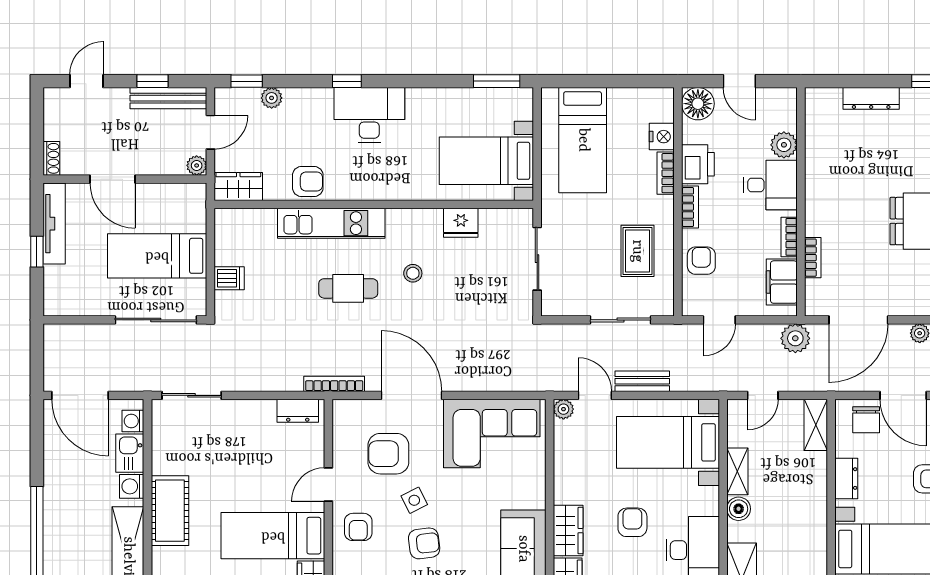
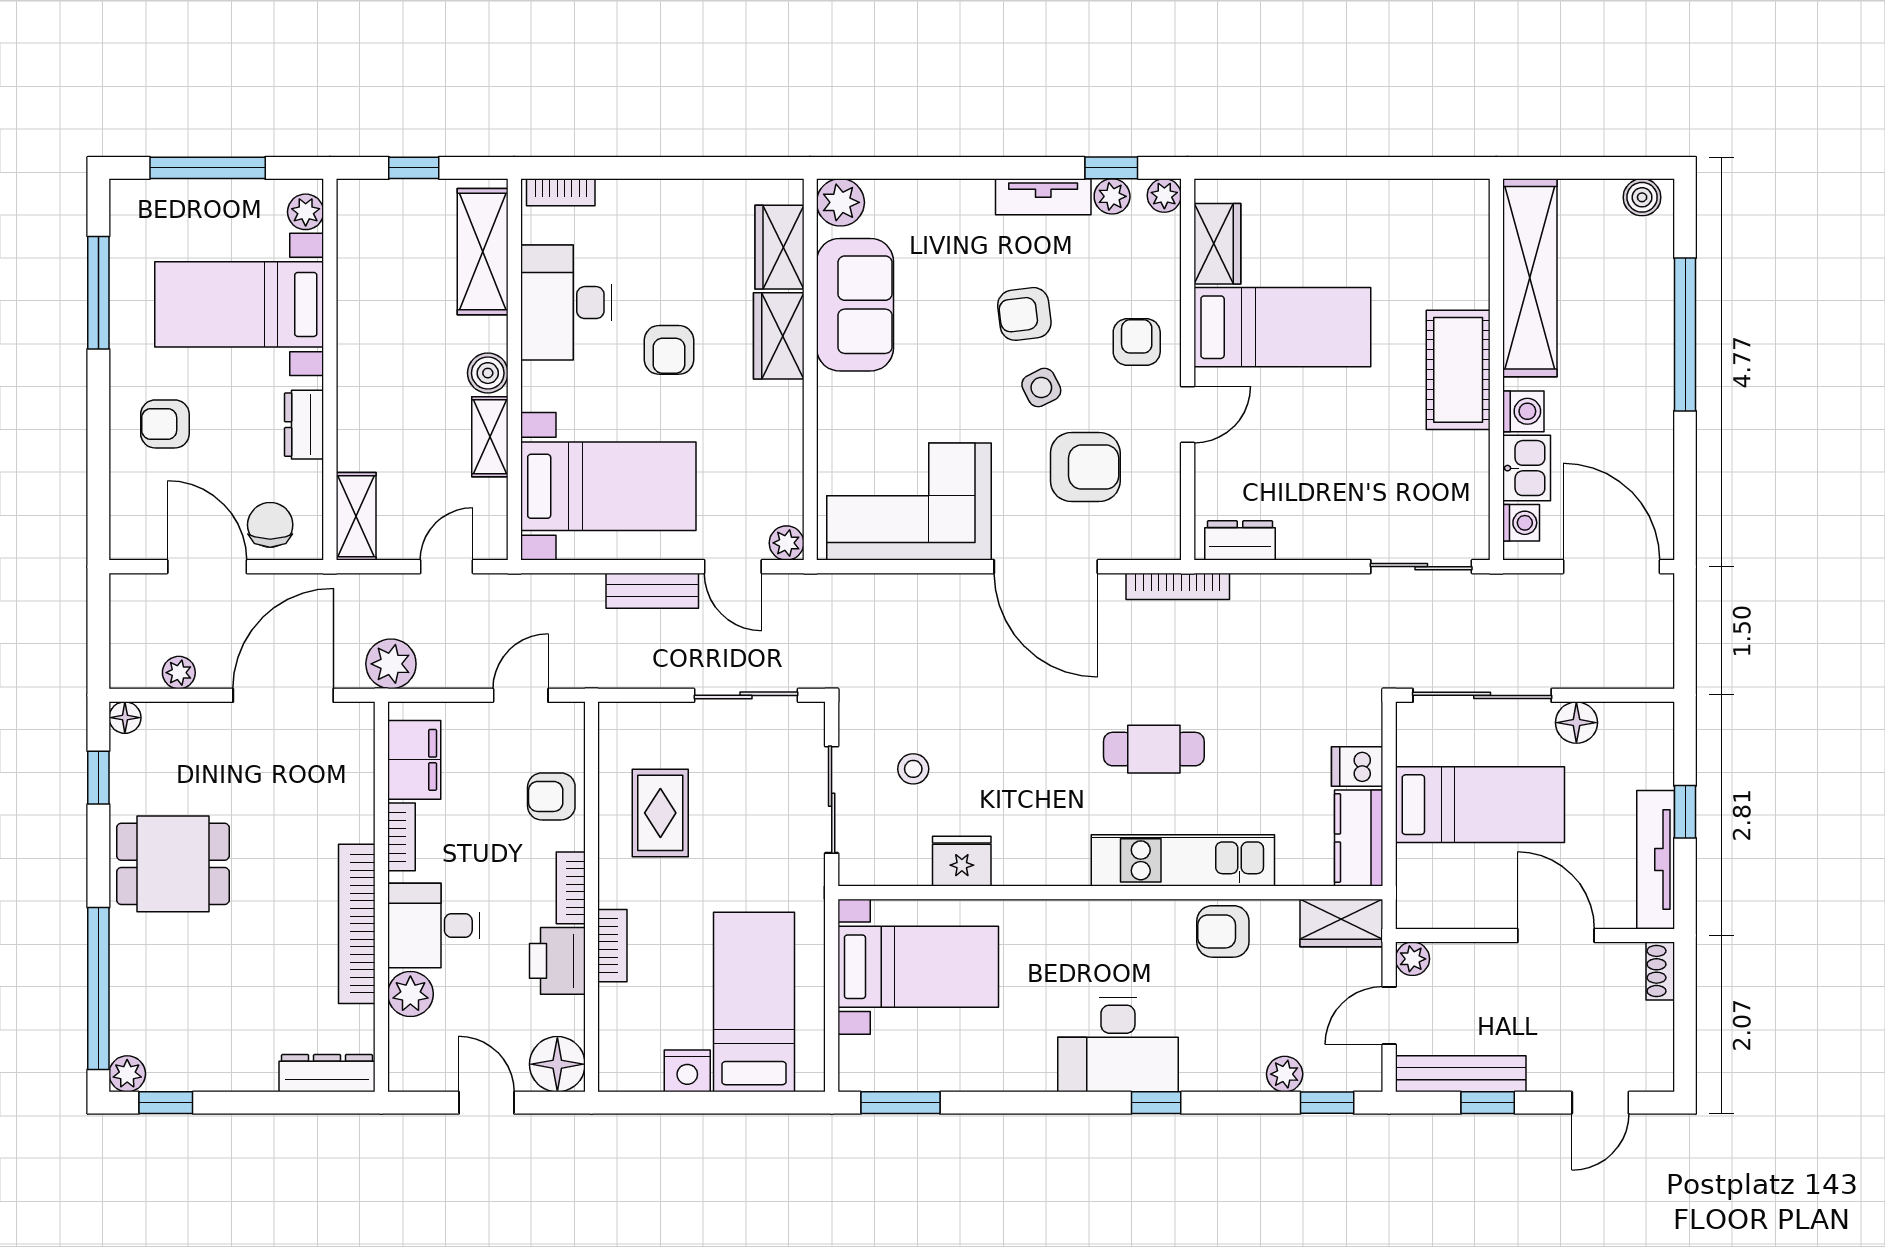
dresser: (871, 98) -> (327, 1073), moved
nightstand: (662, 137) -> (687, 1071), moved, turned -90
kitchen counter: (228, 236) -> (1359, 838), added
bookcase: (813, 258) -> (357, 924), moved, width x2.31, depth x1.31
armchair: (701, 261) -> (551, 796), turned 90
stool: (413, 273) -> (913, 769), moved
floor lamp: (101, 304) -> (1576, 723), added
sliding door: (621, 320) -> (746, 695), moved

